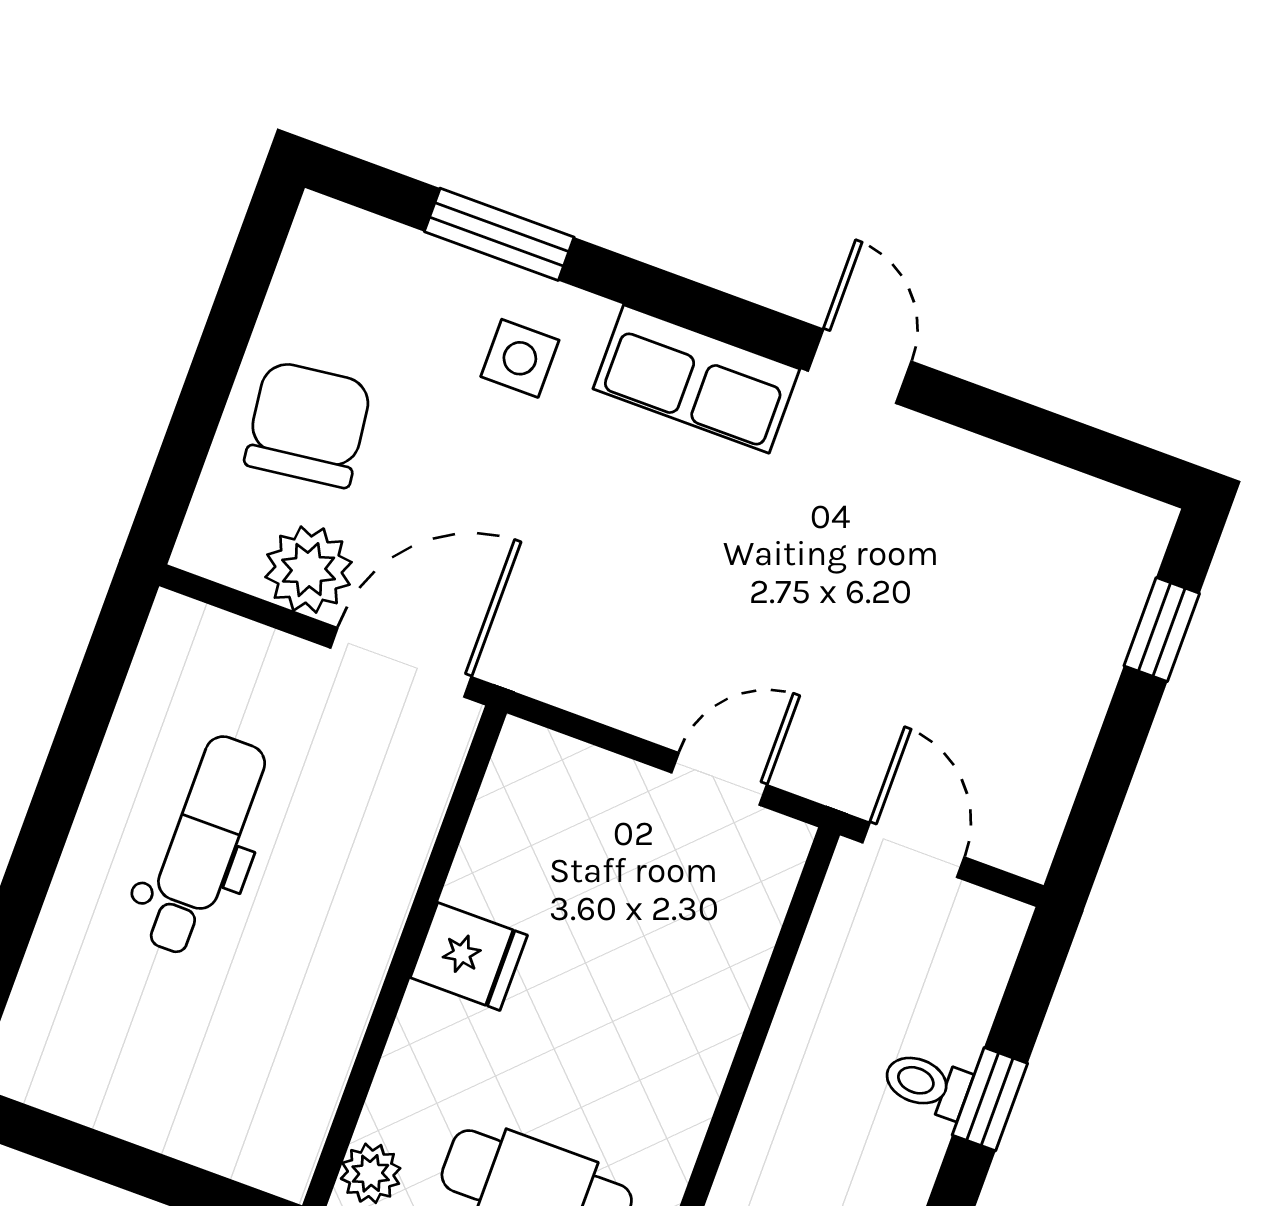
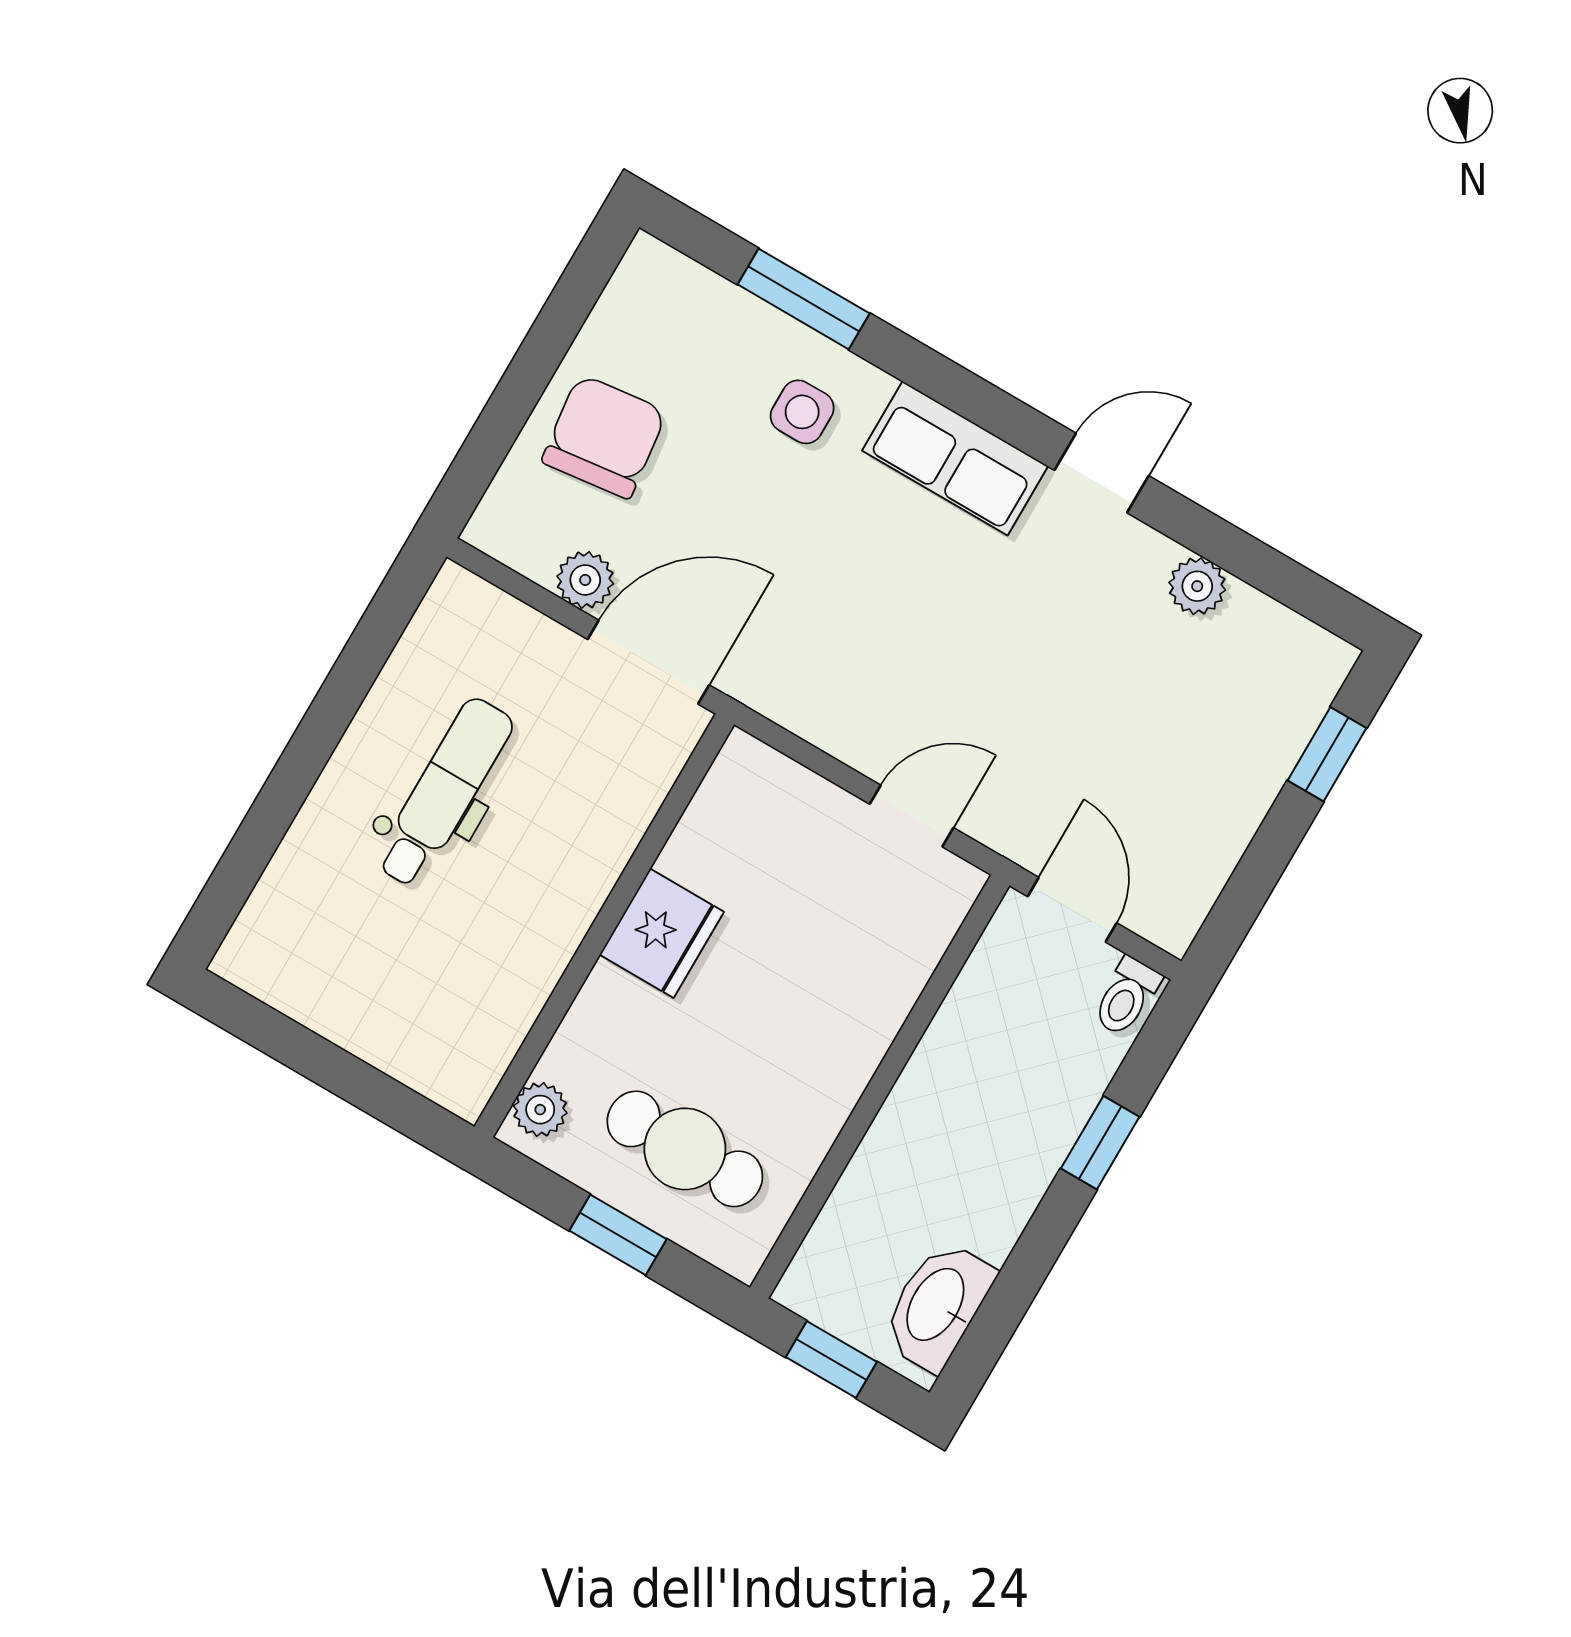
door: (860, 366) -> (1102, 473), hinge flipped
plant: (987, 471) -> (1197, 586), added
plant: (308, 570) -> (585, 580), width x0.73, depth x0.73
fridge: (469, 956) -> (662, 933), width x1.38
toilet: (927, 1084) -> (1127, 997), moved, turned -90

